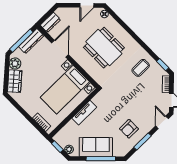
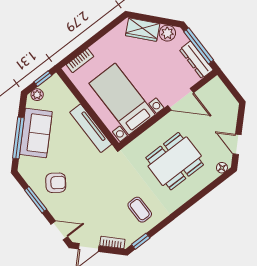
dresser: (50, 22) -> (219, 90), removed
tv unit: (84, 113) -> (91, 128), width x1.41
armchair: (129, 129) -> (56, 183), turned 125

